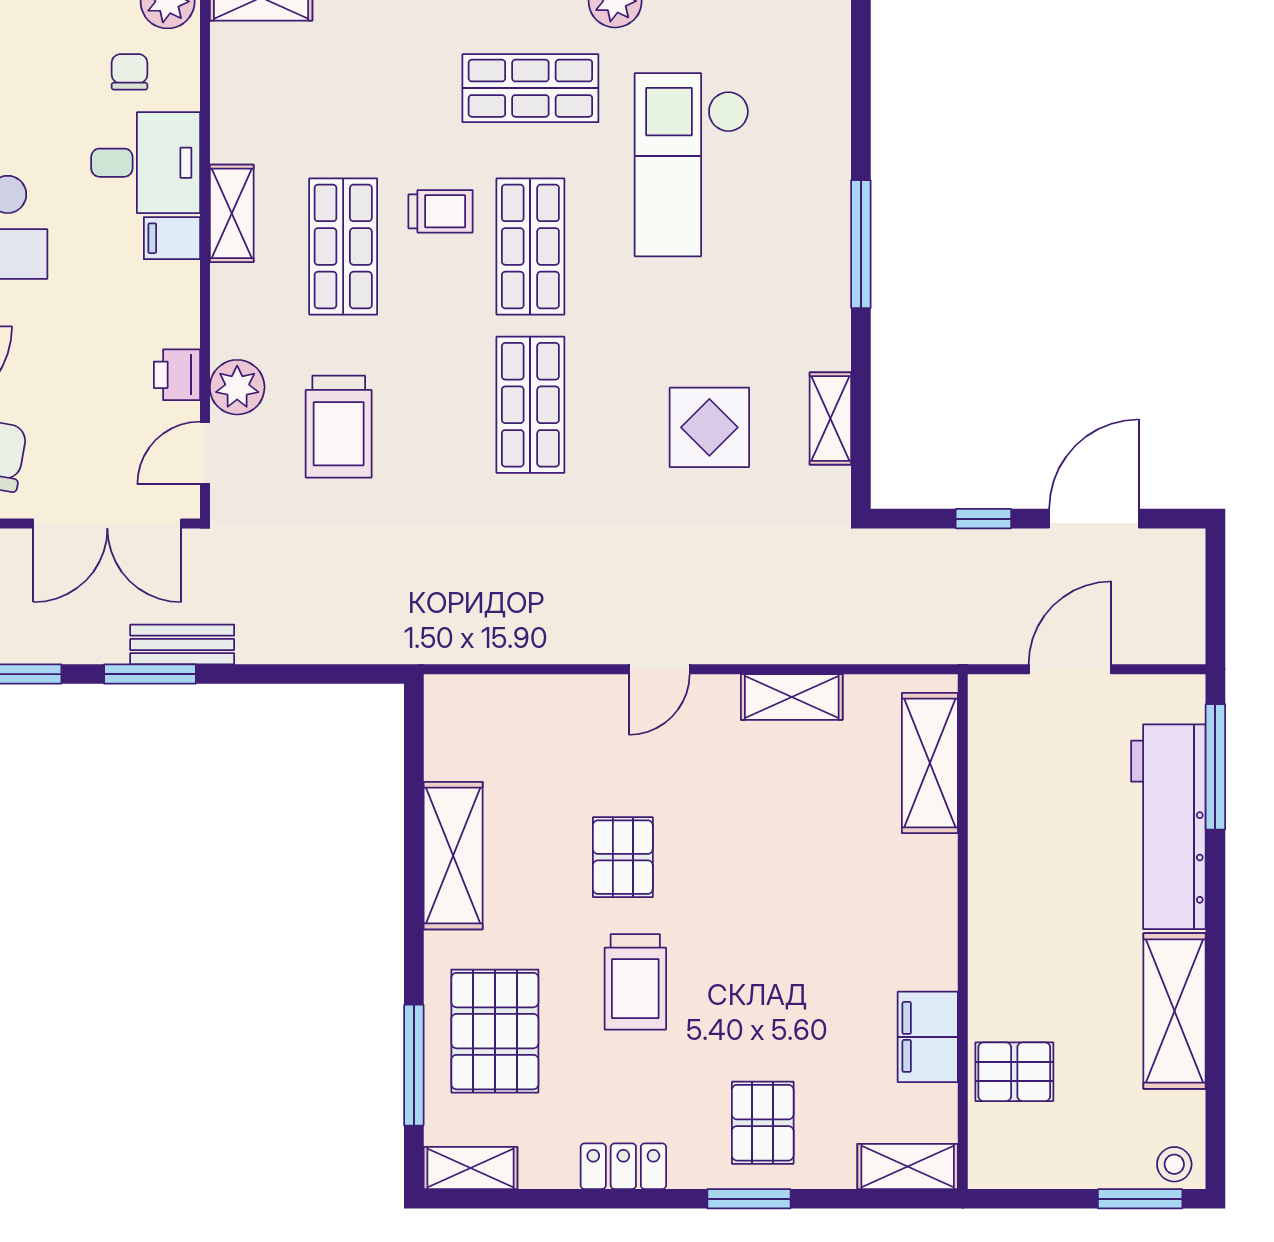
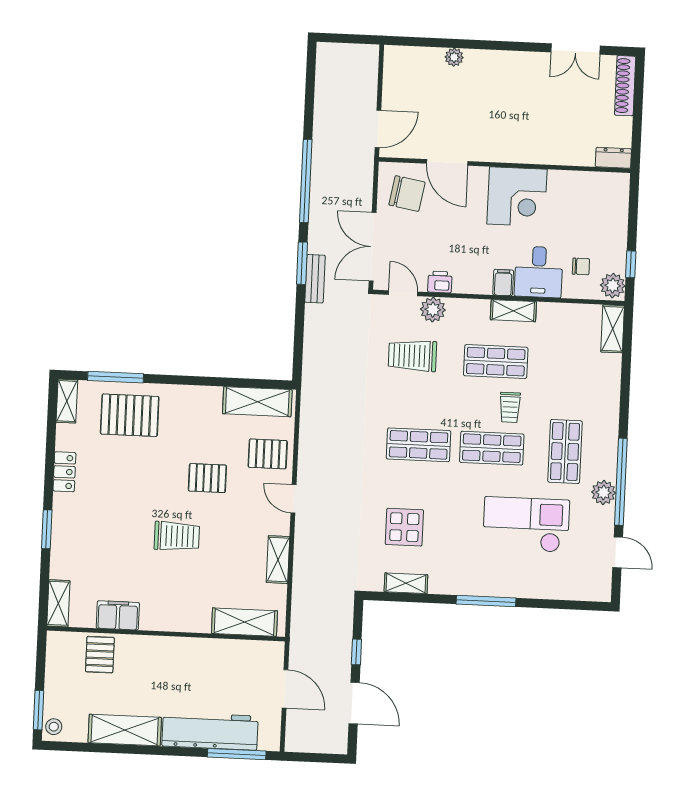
shelving: (453, 856) -> (257, 402), moved
trolley: (635, 982) -> (177, 536), moved, turned 180
pallet: (763, 1123) -> (268, 454), moved

